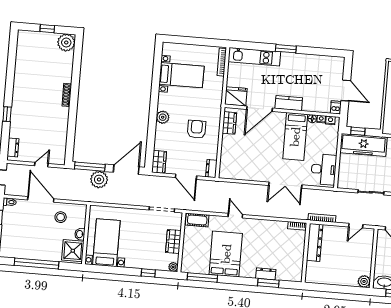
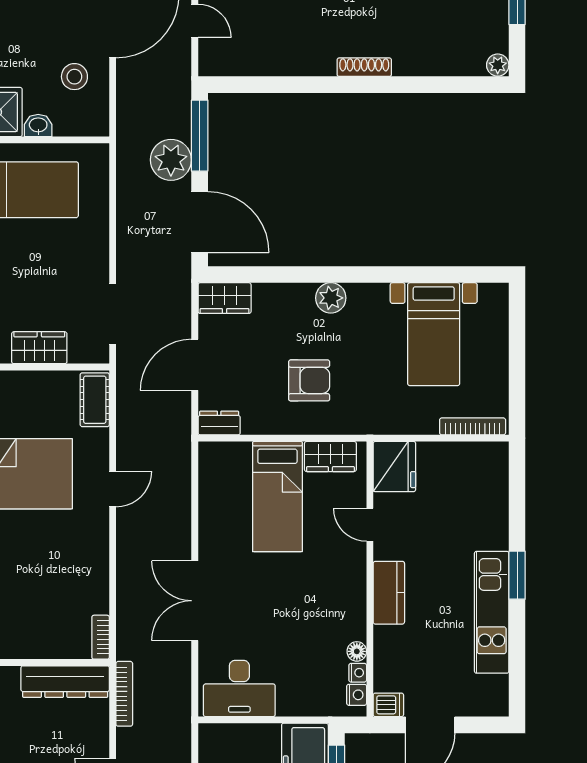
plant: (66, 43) -> (498, 65), width x0.53, depth x0.53
kitchen unit: (254, 57) -> (492, 612), moved
door: (259, 109) -> (370, 525), width x0.53
bed: (295, 137) -> (277, 497), moved, turned -90

